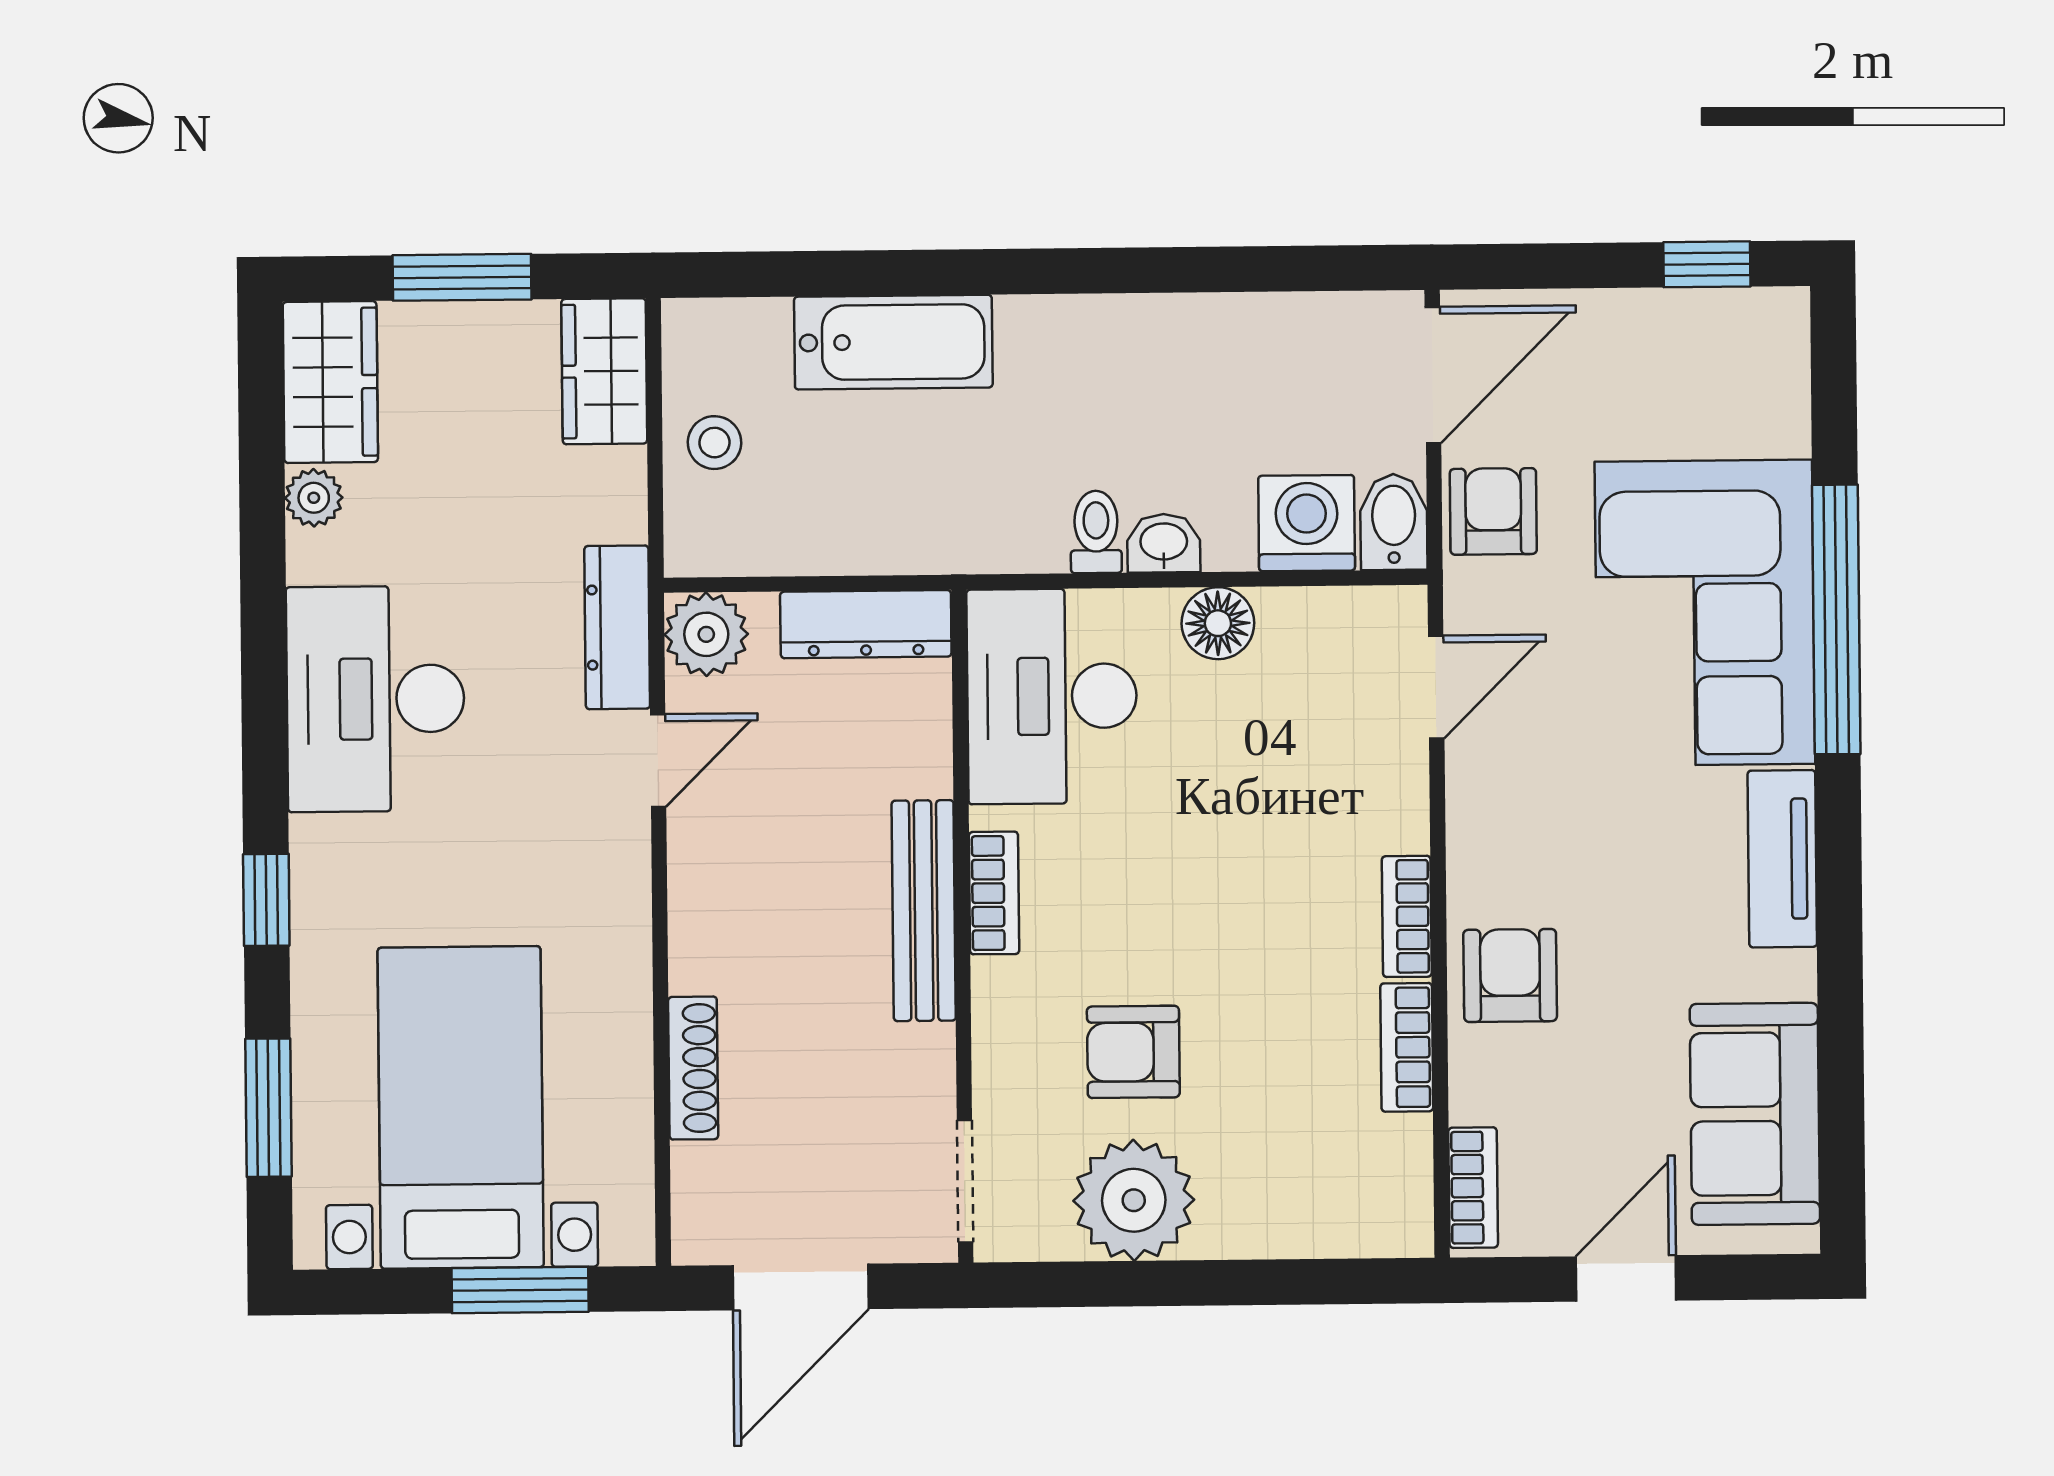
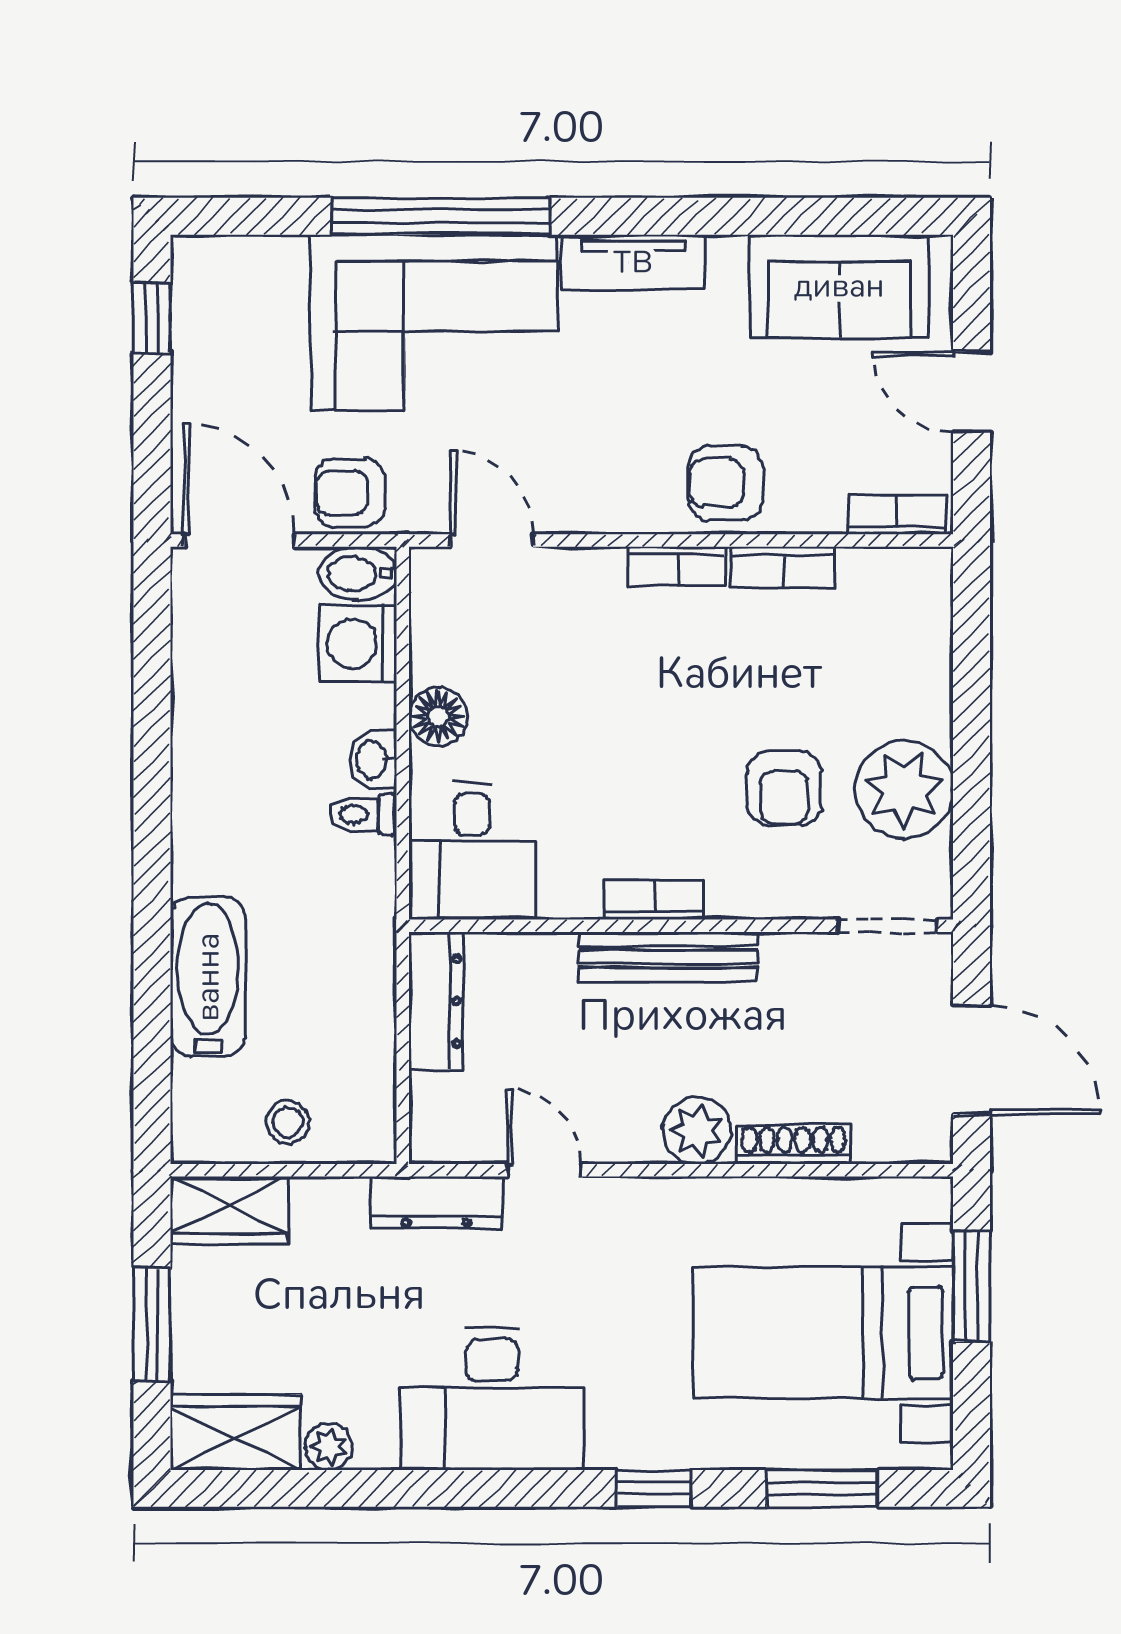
plant: (706, 634) -> (697, 1130), moved
desk: (1052, 696) -> (472, 851), width x0.73

